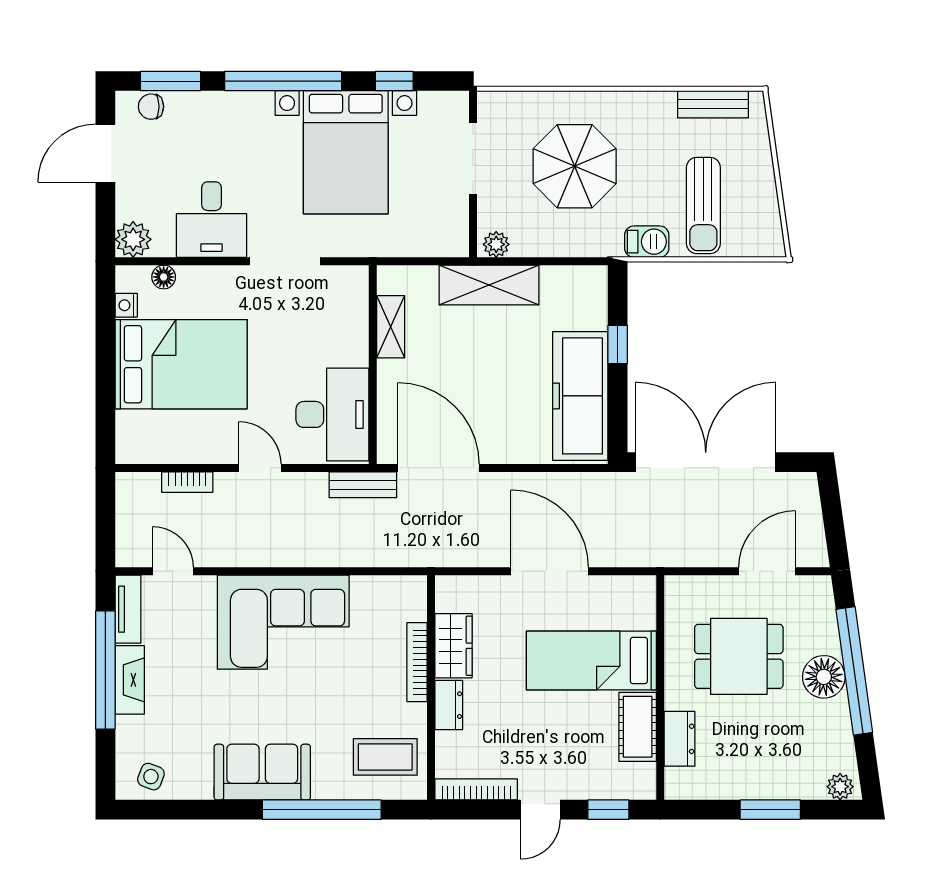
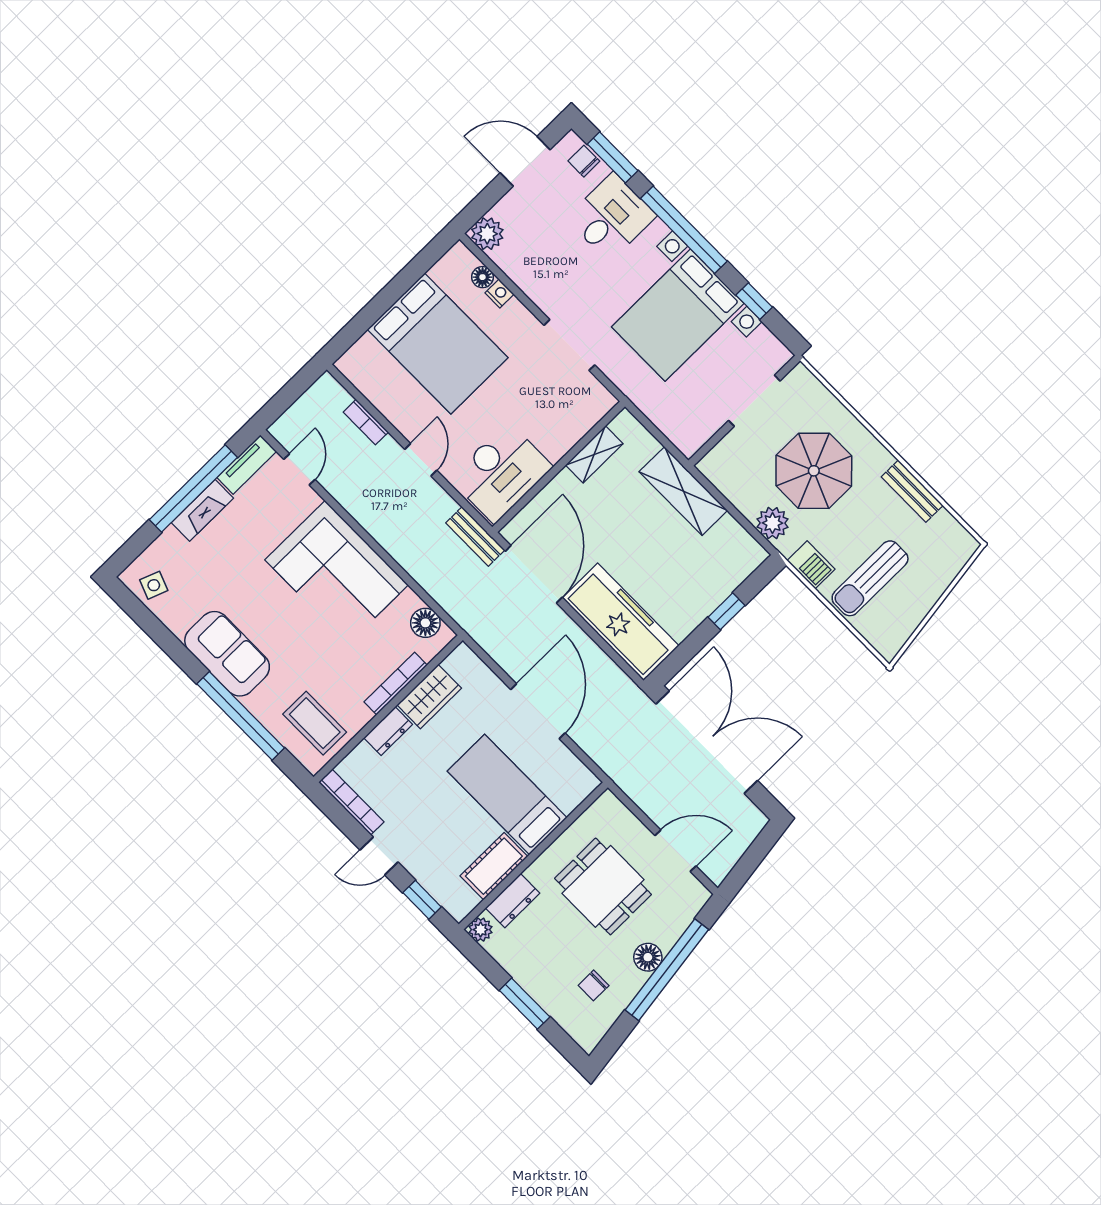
bench: (713, 104) -> (912, 491), moved
desk: (211, 220) -> (611, 217), moved, turned 180
plant: (496, 244) -> (773, 523), moved, width x1.38, depth x1.38
nightstand: (126, 305) -> (500, 293), moved, turned 90
freezer: (580, 396) -> (621, 622), moved, turned 90
floor lamp: (392, 591) -> (425, 623), added
floor lamp: (824, 677) -> (648, 957), width x0.73, depth x0.73
chair: (810, 741) -> (594, 985), added
plant: (840, 787) -> (481, 930), moved

